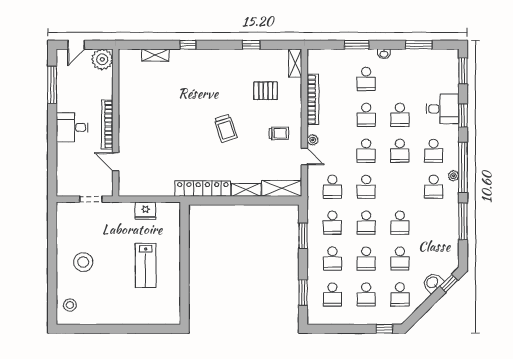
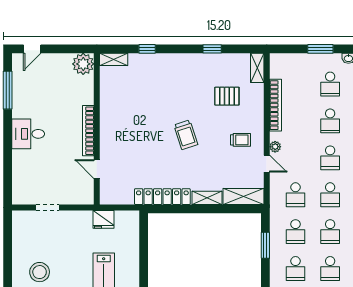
plant: (102, 59) -> (83, 64), moved
wall: (116, 123) -> (97, 129), moved
bookcase: (107, 124) -> (88, 131), moved
door: (116, 162) -> (97, 169), moved

